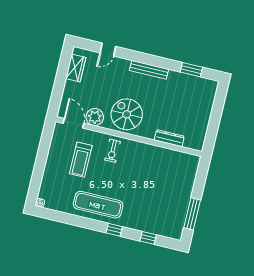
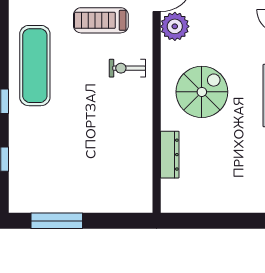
spiral stairs: (127, 114) -> (202, 92), moved

